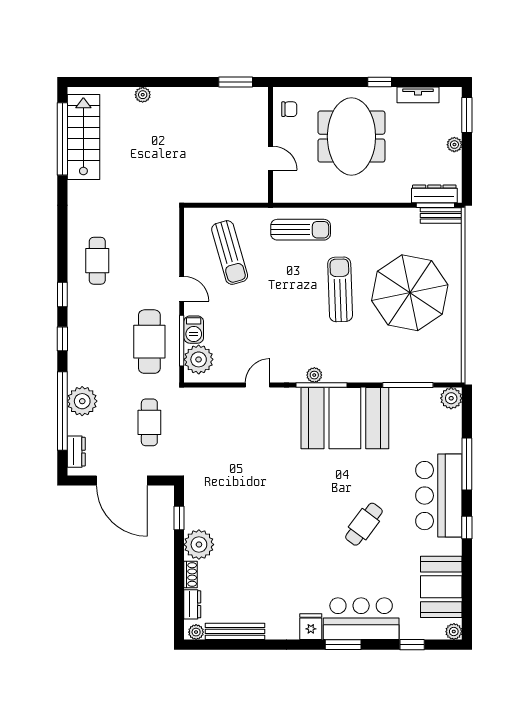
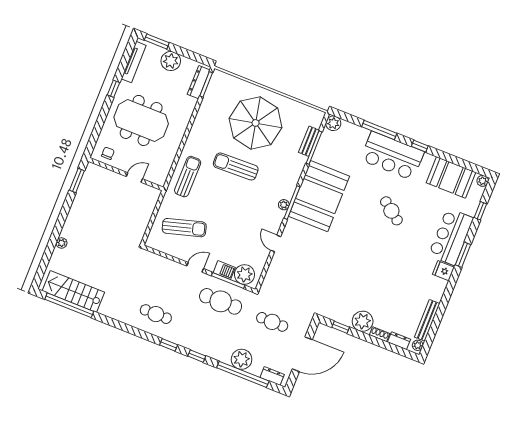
tv unit: (418, 95) -> (134, 62), width x1.41
plant: (454, 145) -> (171, 61), width x1.88, depth x1.88
bench: (441, 215) -> (309, 141), moved

